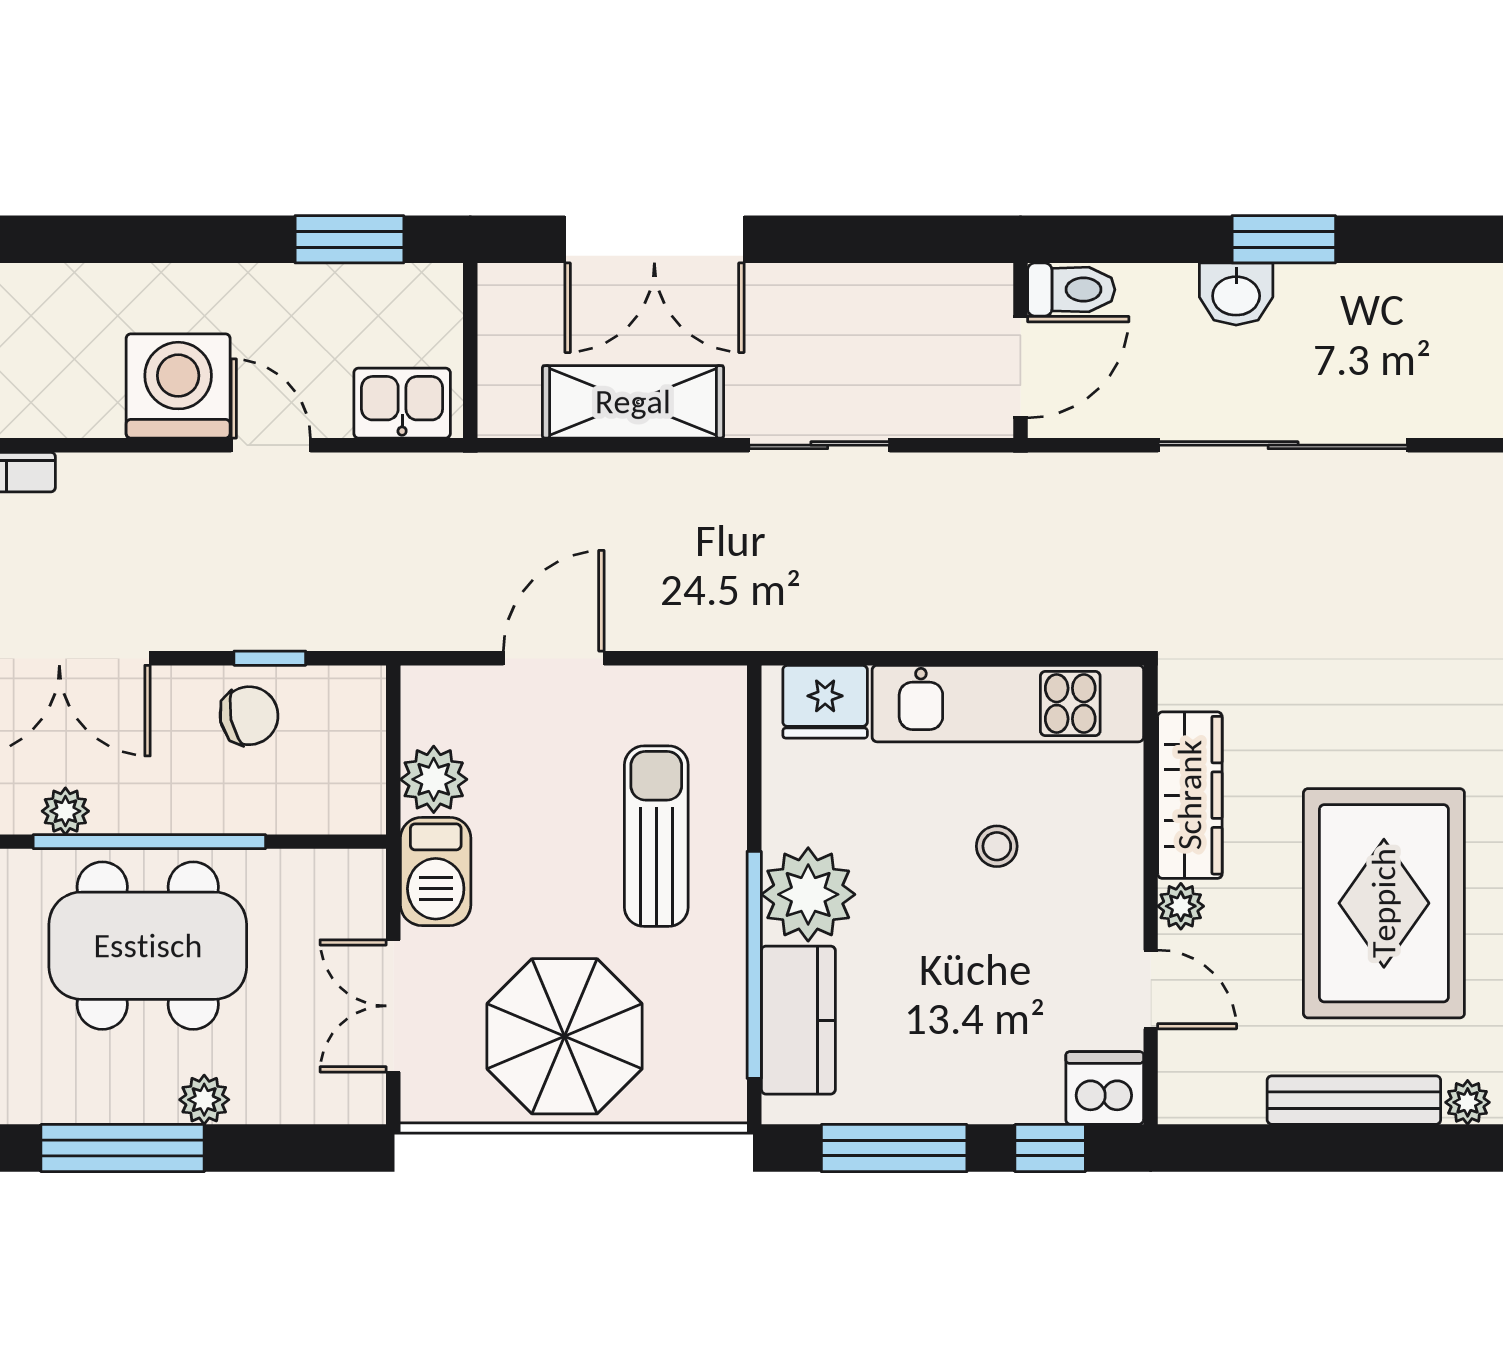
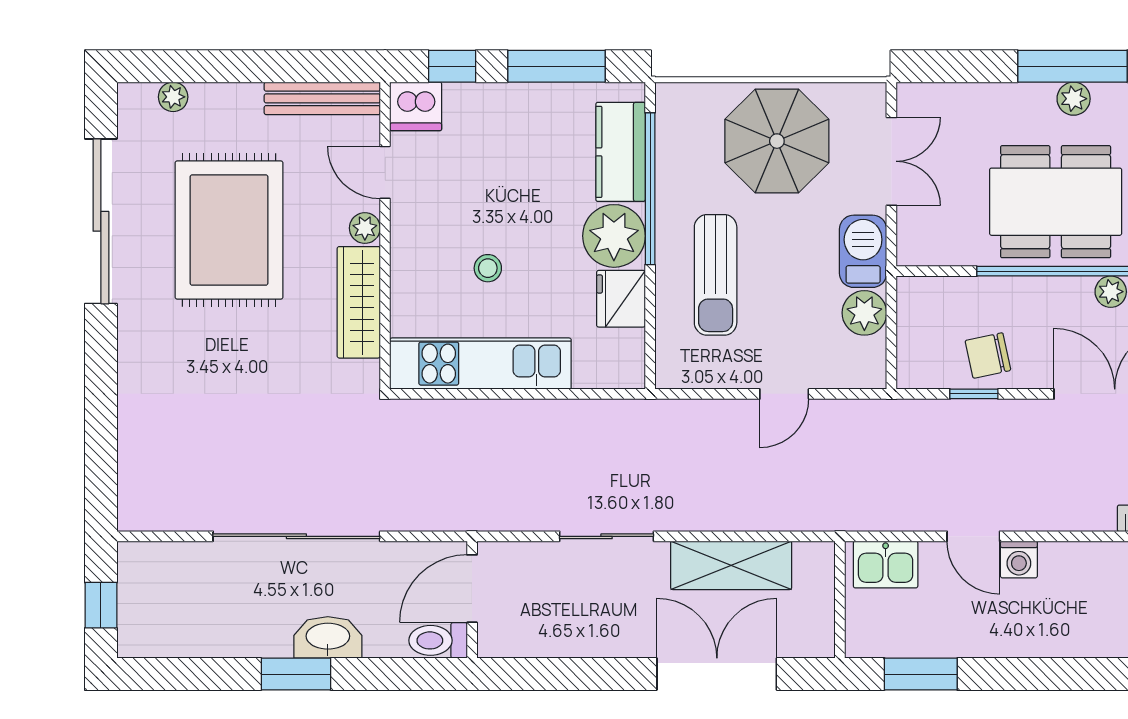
washbasin: (1236, 294) -> (328, 637), width x1.38
washing machine: (178, 386) -> (1019, 560), width x0.53, depth x0.53
door: (554, 658) -> (784, 394), width x0.73
fridge: (825, 702) -> (621, 299), moved, turned -90
plant: (204, 1100) -> (1074, 99), moved
bench: (1354, 1100) -> (322, 98), moved

